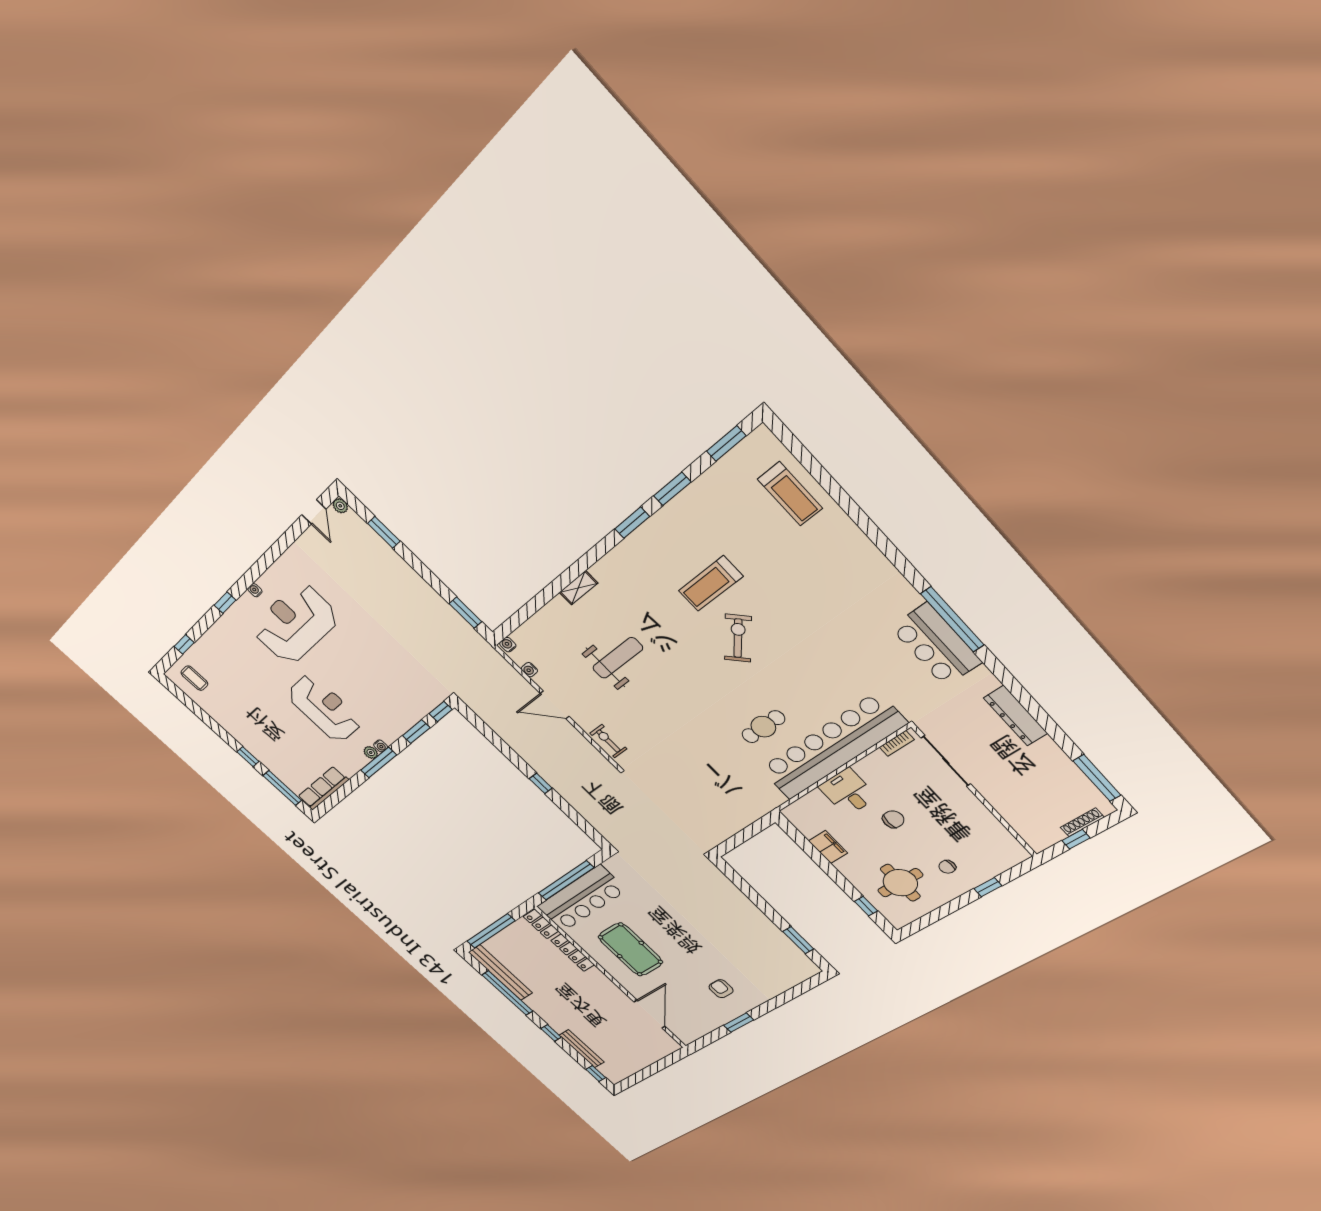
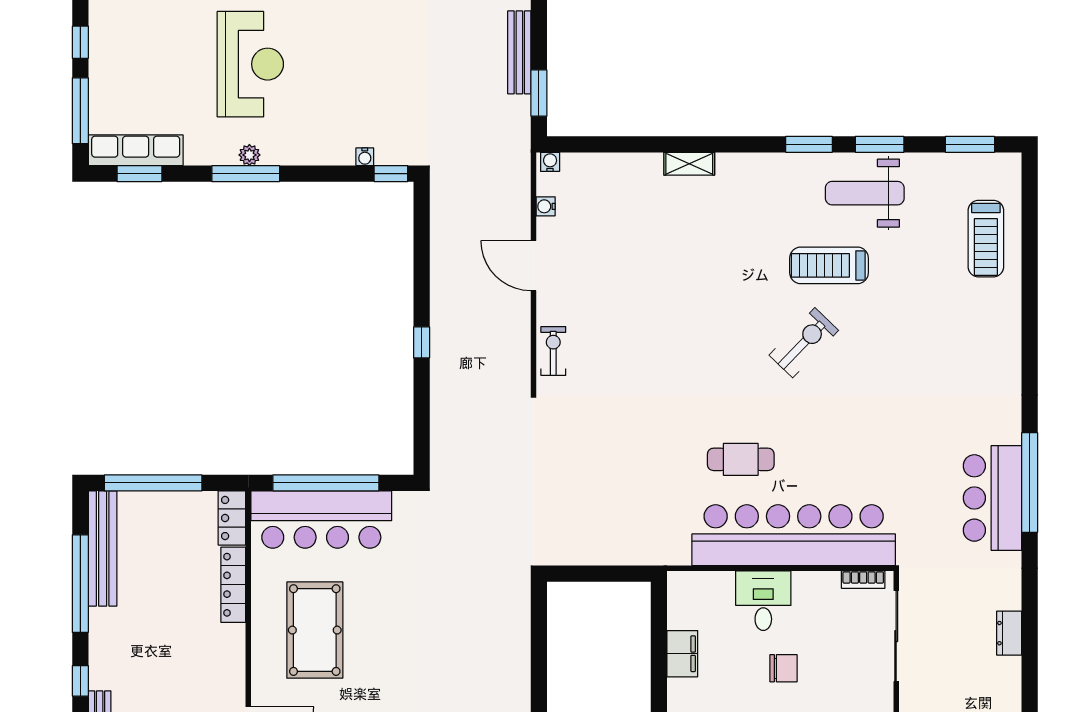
bench: (434, 599) -> (519, 52), added
weight bench: (618, 658) -> (865, 193), moved, turned 180
dresser: (1016, 716) -> (1009, 633), width x0.51, depth x0.80
window: (416, 732) -> (139, 174), moved
water cooler: (381, 746) -> (365, 157), moved

